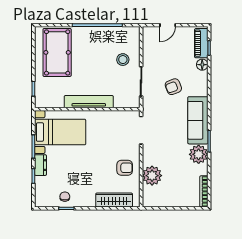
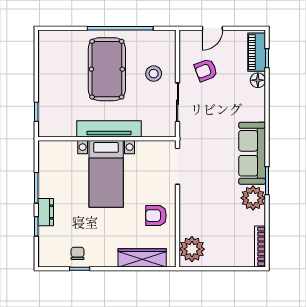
pool table: (57, 52) -> (107, 69), moved
armchair: (173, 87) -> (206, 70), moved
bed with nightstands: (60, 132) -> (106, 174), moved, turned 90
armchair: (125, 168) -> (156, 216), turned 180
plant: (152, 176) -> (192, 249), moved

